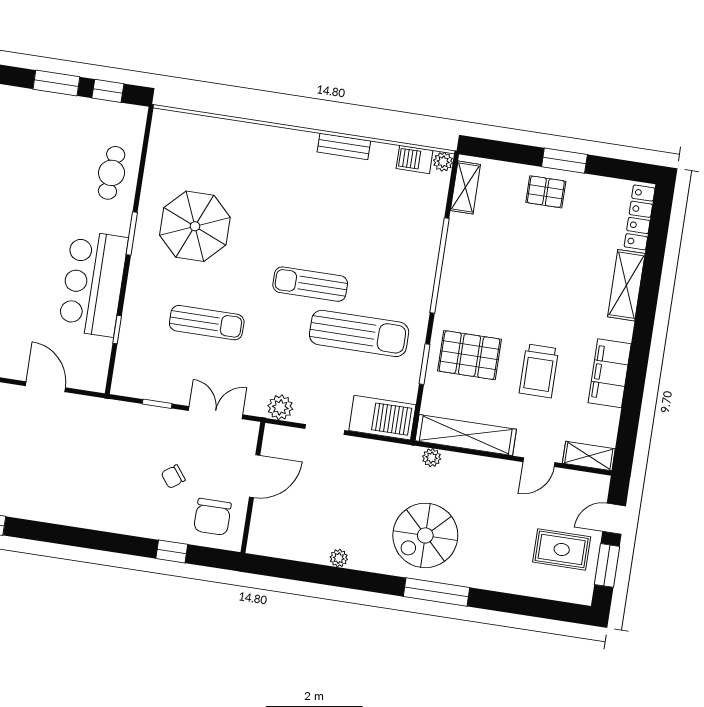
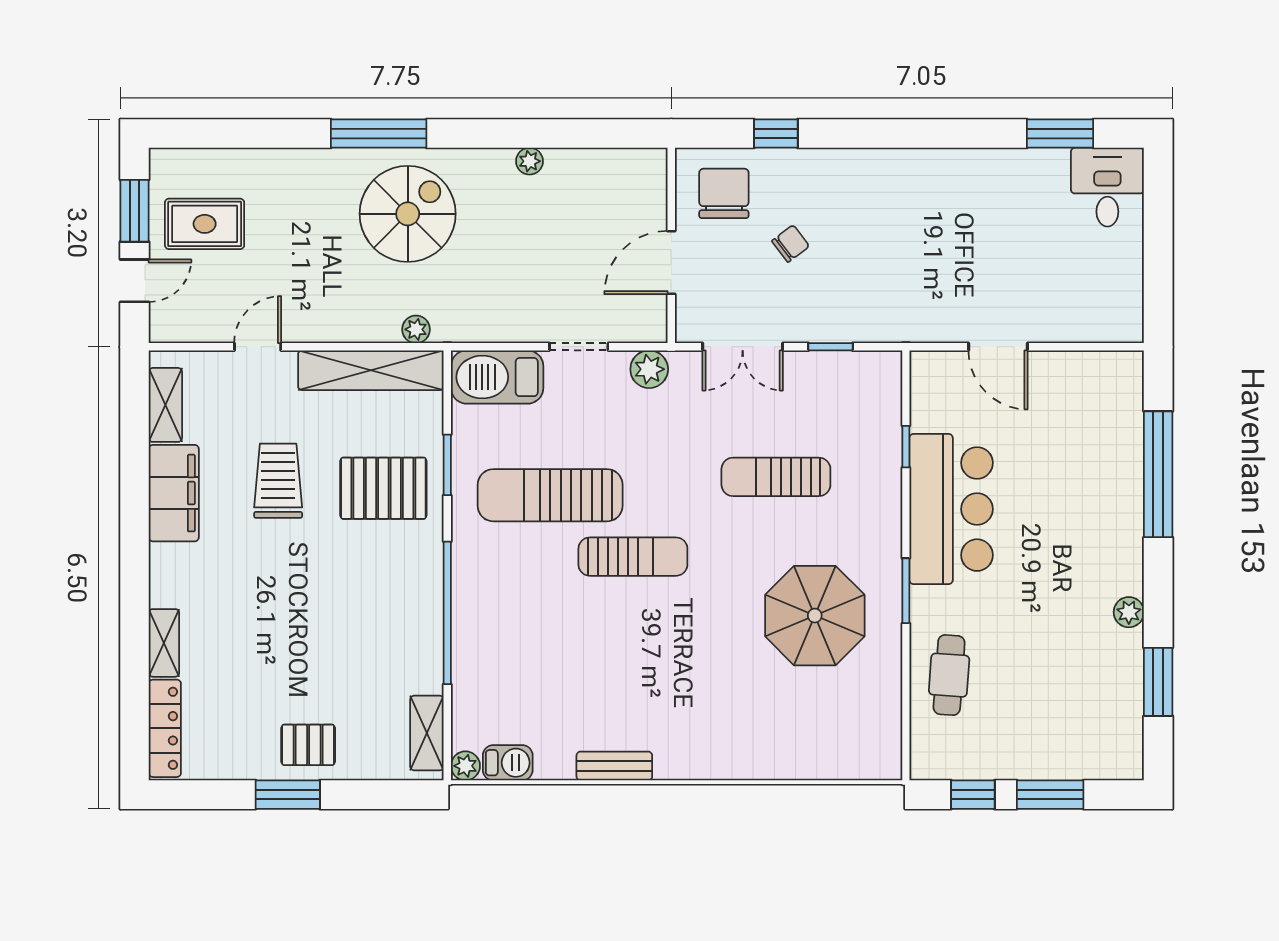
shelving: (626, 285) -> (164, 643), width x0.67, depth x0.75
shelving: (589, 456) -> (165, 405), moved, turned 90

